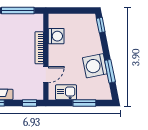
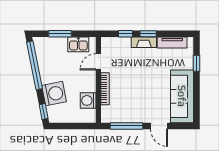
washing machine: (95, 66) -> (54, 94), moved
window: (110, 71) -> (34, 65), width x2.11
window: (30, 103) -> (126, 34), moved

